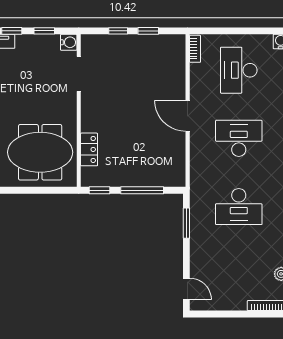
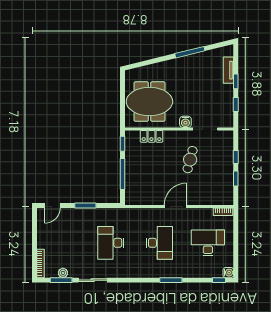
water cooler: (69, 42) -> (185, 122), moved
cafe table: (122, 95) -> (190, 160), added
meeting table: (40, 152) -> (149, 102), turned 90
window: (186, 223) -> (85, 206), moved

